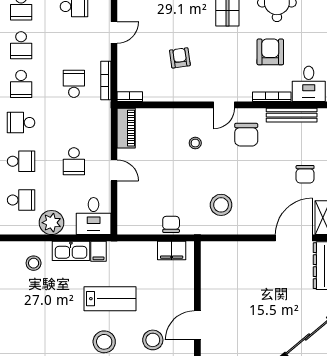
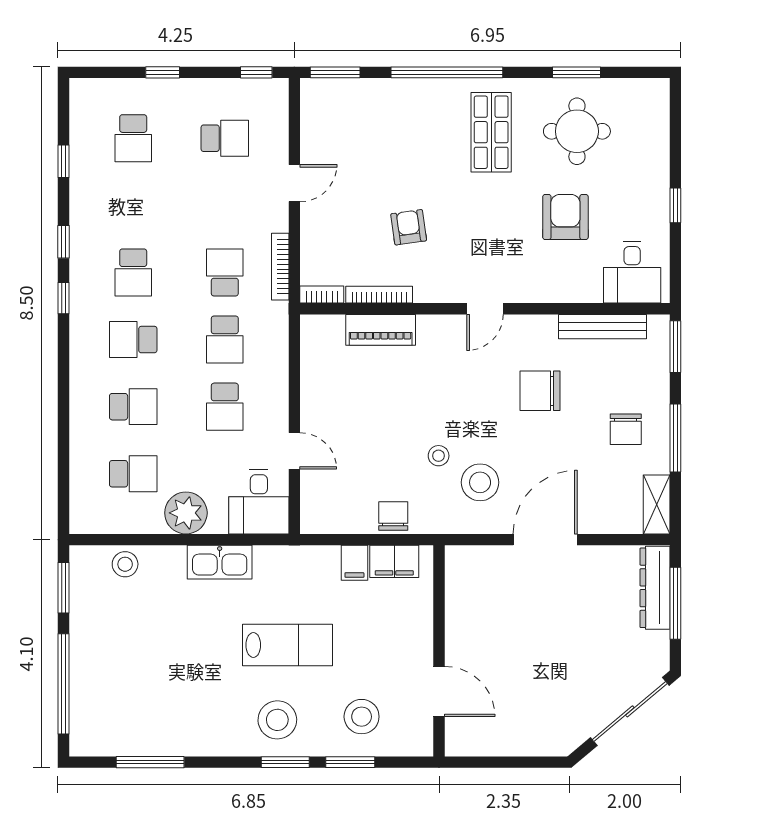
school desk: (21, 45) -> (225, 340), moved
bookcase: (272, 97) -> (379, 295), moved
piano: (126, 128) -> (381, 330), moved, turned 90
chair: (246, 135) -> (540, 391), moved, turned 90
stool: (195, 143) -> (439, 456), moved
door: (114, 170) -> (294, 451), moved
door: (294, 238) -> (545, 540), moved
filing cabinet: (98, 251) -> (354, 563), moved
stool: (34, 263) -> (125, 564), moved
door: (197, 325) -> (439, 691), swing flipped

